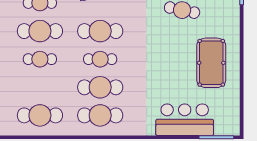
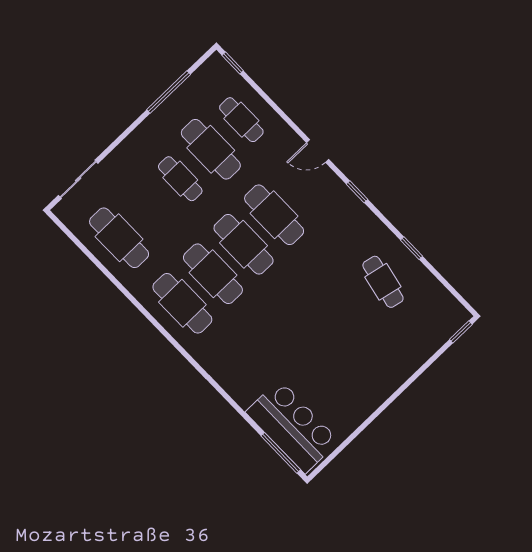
cafe table: (100, 59) -> (244, 244), width x1.37, depth x1.35
pool table: (211, 63) -> (356, 369), removed
bar counter: (185, 120) -> (292, 426), moved

